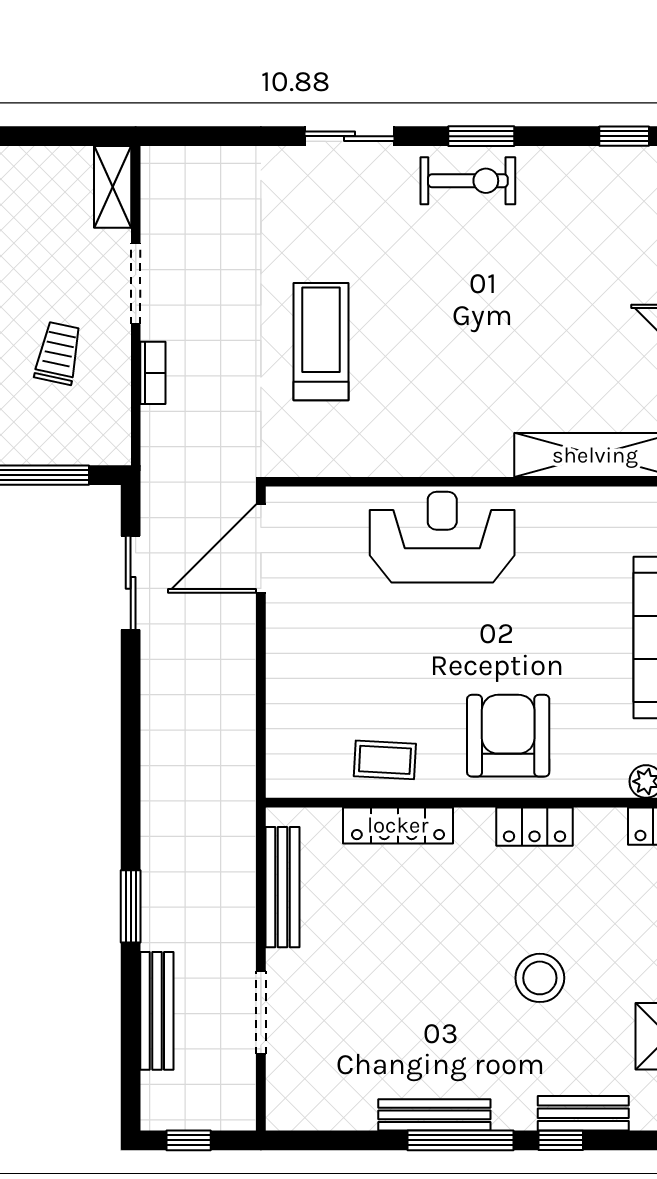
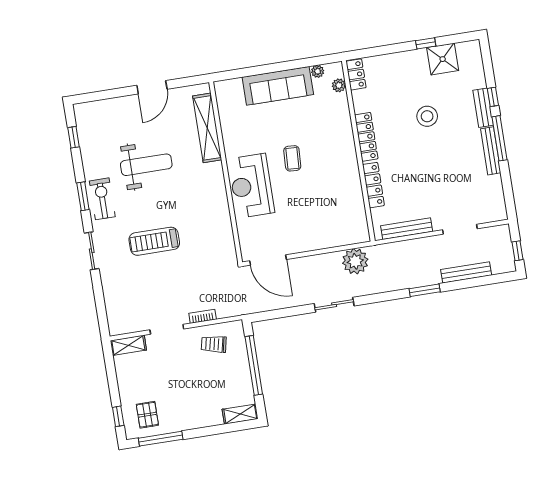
weight bench: (532, 297) -> (146, 165), added
treadmill: (321, 342) -> (154, 241), moved
trolley: (58, 353) -> (214, 344), moved
sliding door: (131, 583) -> (334, 305), moved
armchair: (508, 736) -> (329, 145), removed
plant: (225, 754) -> (355, 261), added
coffee table: (385, 760) -> (292, 158), moved
locker: (534, 827) -> (366, 137), width x1.53
bench: (583, 1113) -> (483, 108), moved

